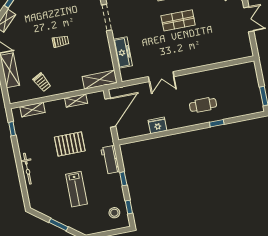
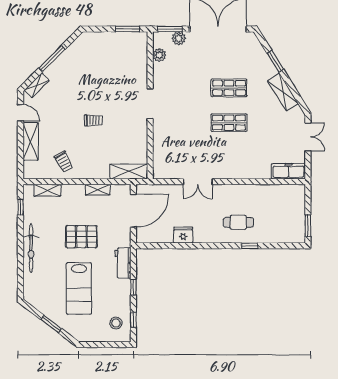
freezer: (123, 52) -> (288, 171), moved, turned -90
bicycle: (27, 169) -> (31, 248), width x1.37, depth x1.40
lab bench: (76, 189) -> (79, 288), width x1.36, depth x1.39

